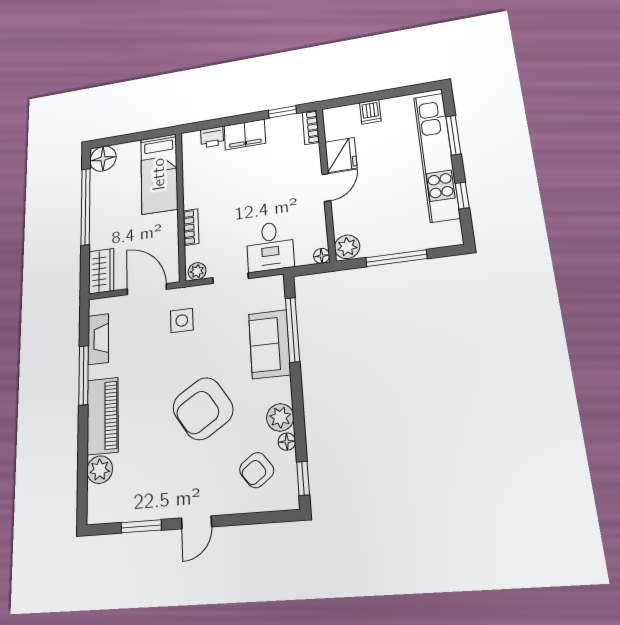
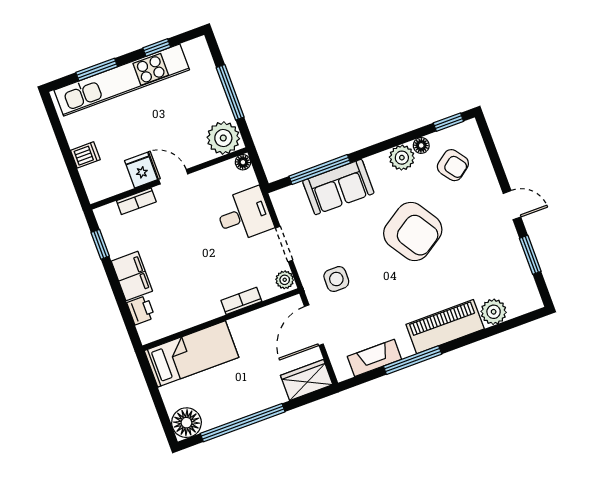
bookcase: (311, 127) -> (136, 201), moved
fridge: (341, 155) -> (141, 170), width x0.72
plant: (347, 247) -> (223, 138), width x1.36, depth x1.36

